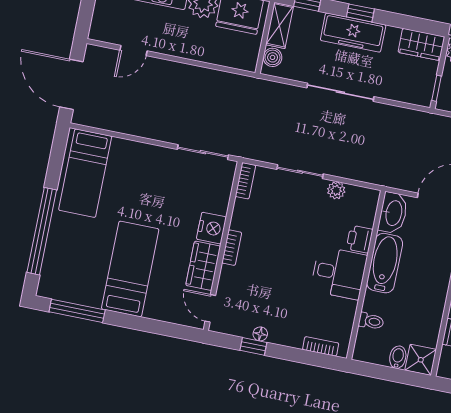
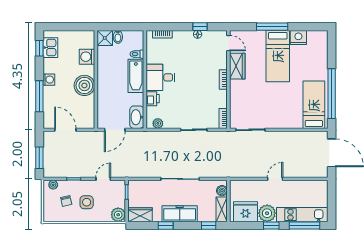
window: (360, 13) -> (166, 226), moved
door: (133, 50) -> (275, 179), moved
plant: (336, 190) -> (158, 123), moved
nightstand: (211, 228) -> (298, 37), moved, turned 90
window: (42, 231) -> (332, 94), moved
bathtub: (385, 263) -> (136, 76), moved
window: (77, 311) -> (272, 27), moved

